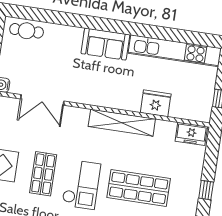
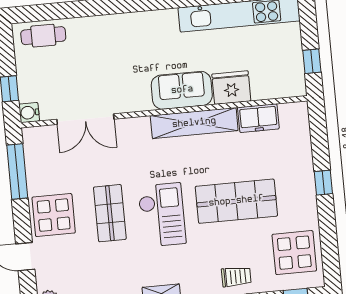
sofa: (105, 44) -> (182, 90), moved, turned 180
freezer: (191, 134) -> (258, 118), moved

